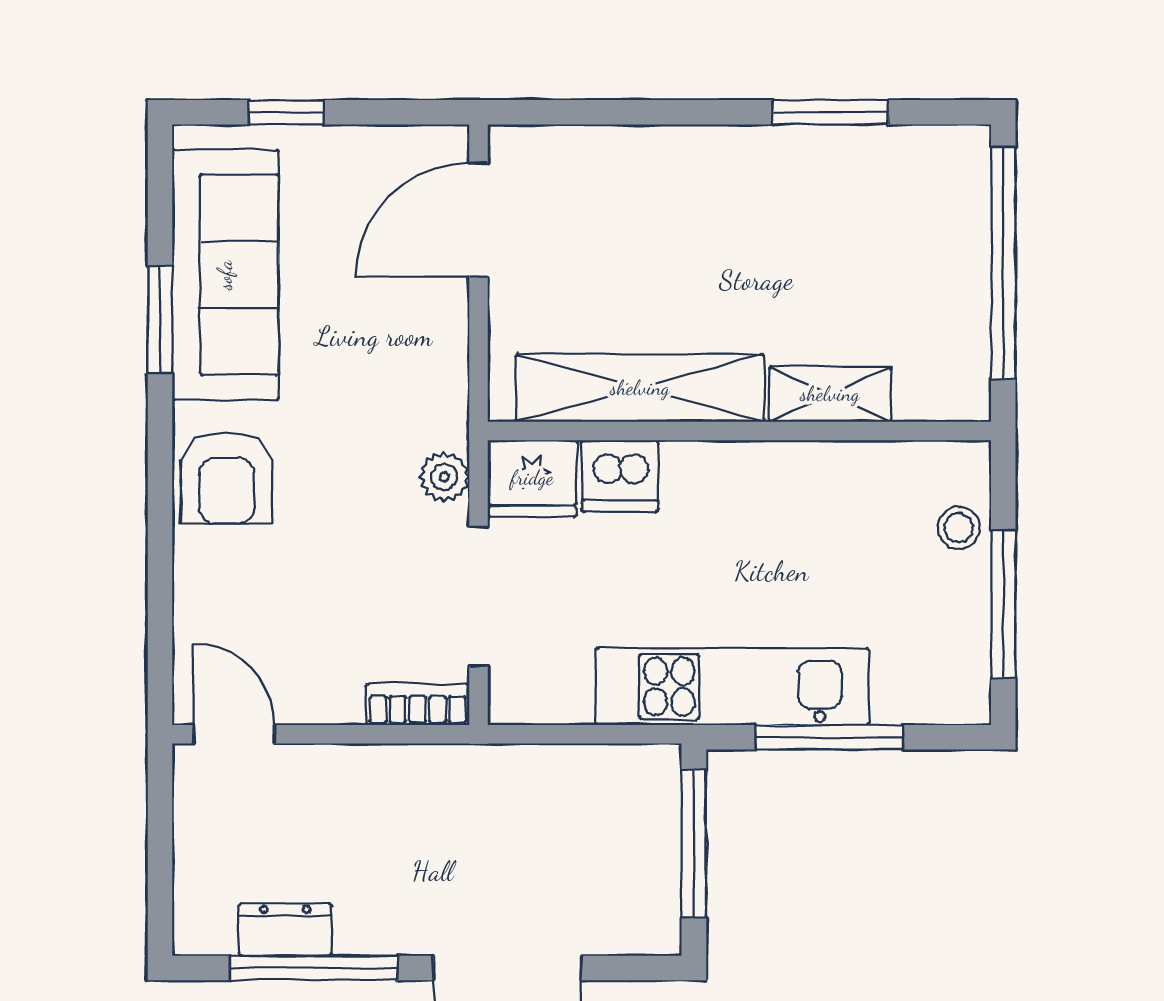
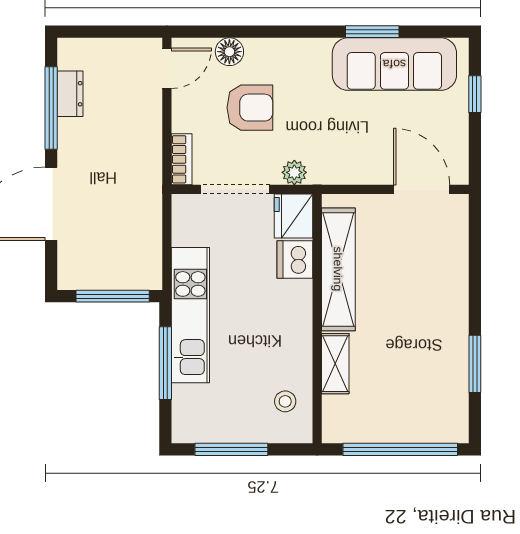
armchair: (226, 478) -> (250, 108), moved, turned 180
stool: (959, 528) -> (285, 401), moved
floor lamp: (200, 608) -> (229, 52), added

